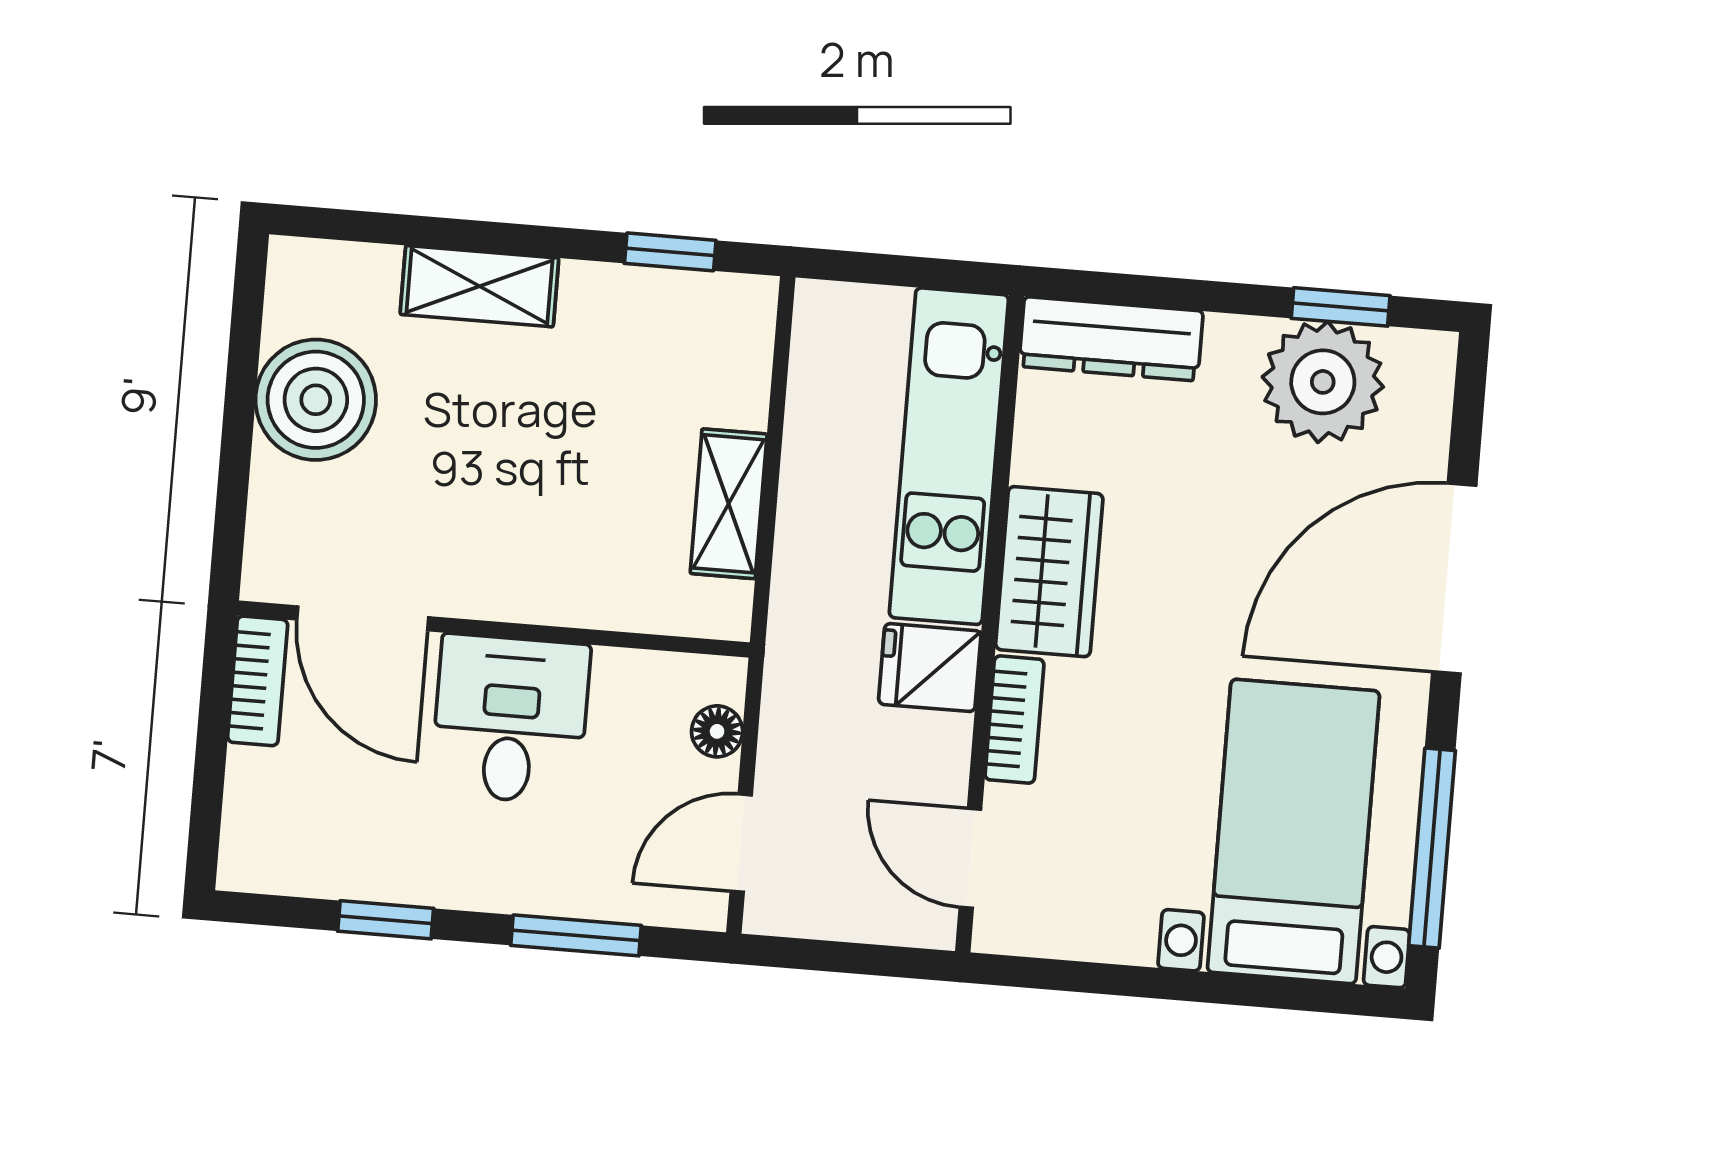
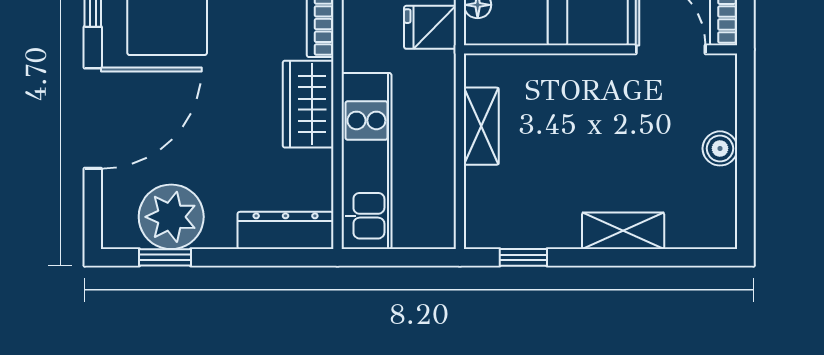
boiler: (316, 400) -> (720, 148), width x0.54, depth x0.54
fridge: (930, 668) -> (430, 27), moved, turned 180

